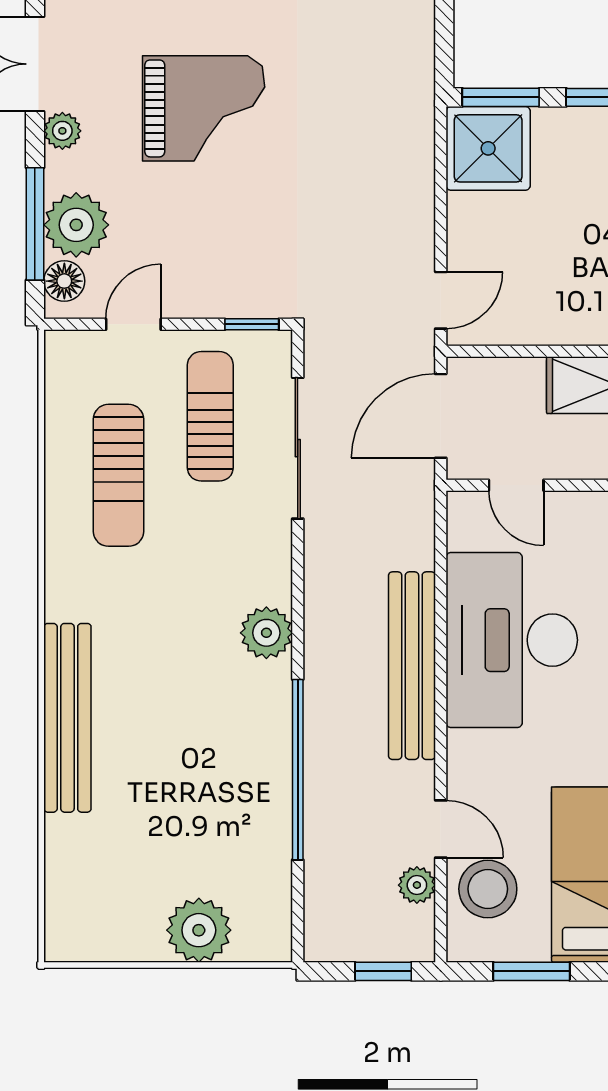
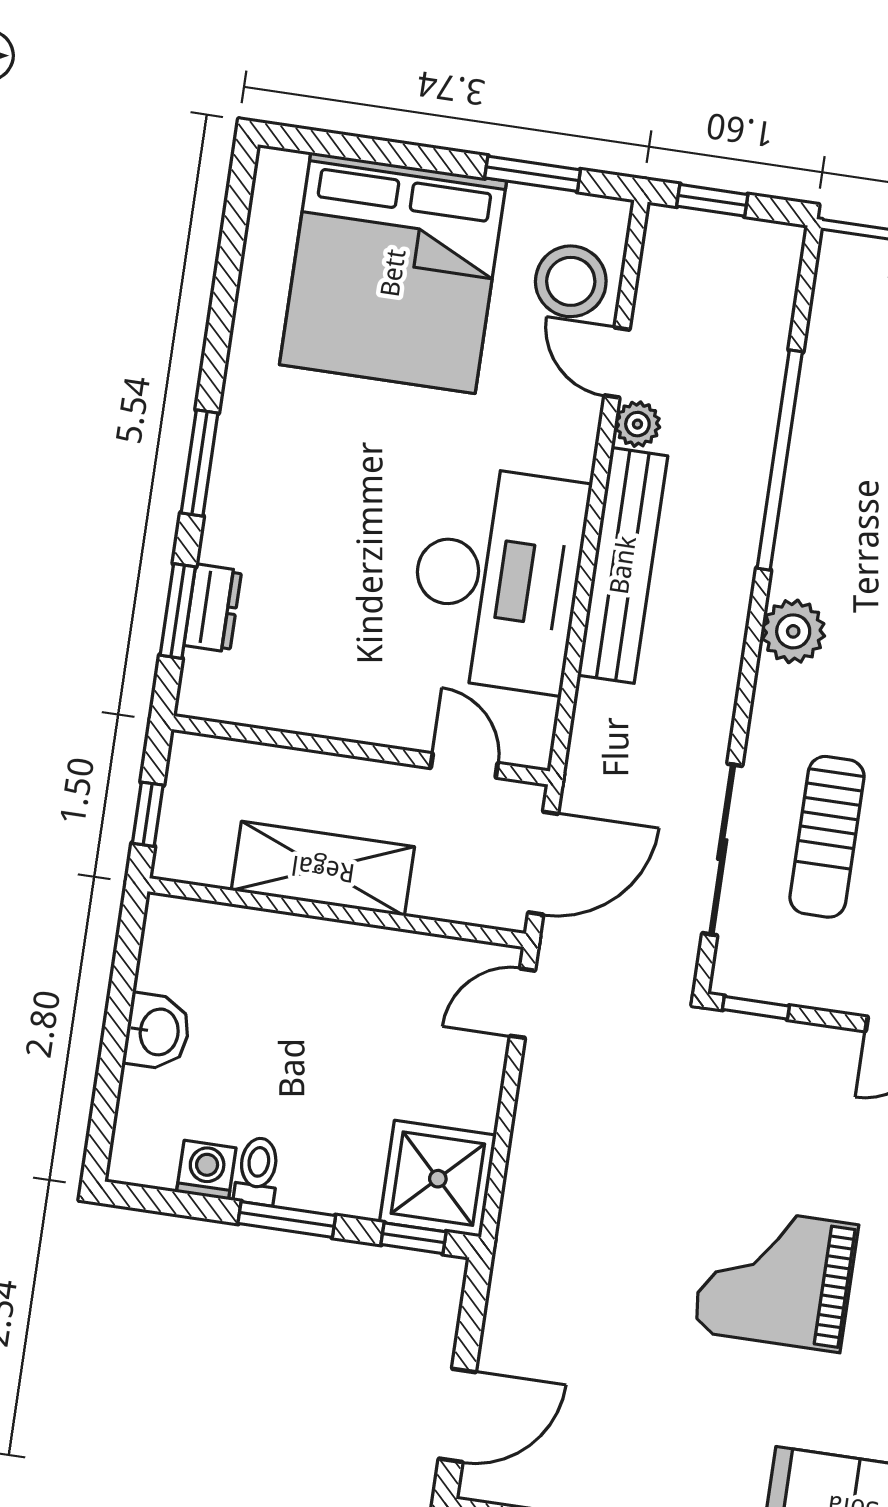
window: (501, 97) -> (413, 1238), width x0.67
sun lounger: (210, 416) -> (827, 837), moved
plant: (417, 885) -> (637, 424), moved

